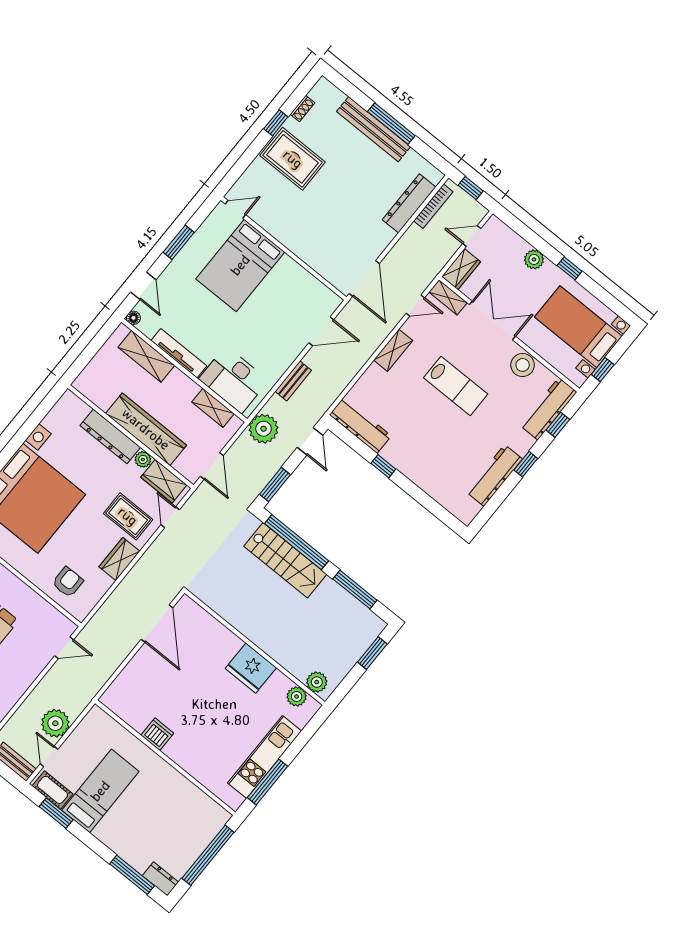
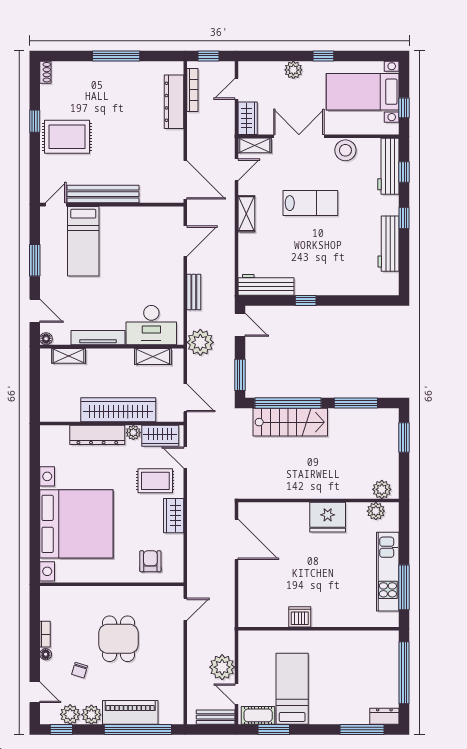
shoe rack: (302, 109) -> (45, 72), moved
bench: (373, 129) -> (103, 194), moved
bed: (240, 265) -> (83, 241), width x0.67
shelving: (146, 356) -> (69, 356), width x0.67, depth x0.75

